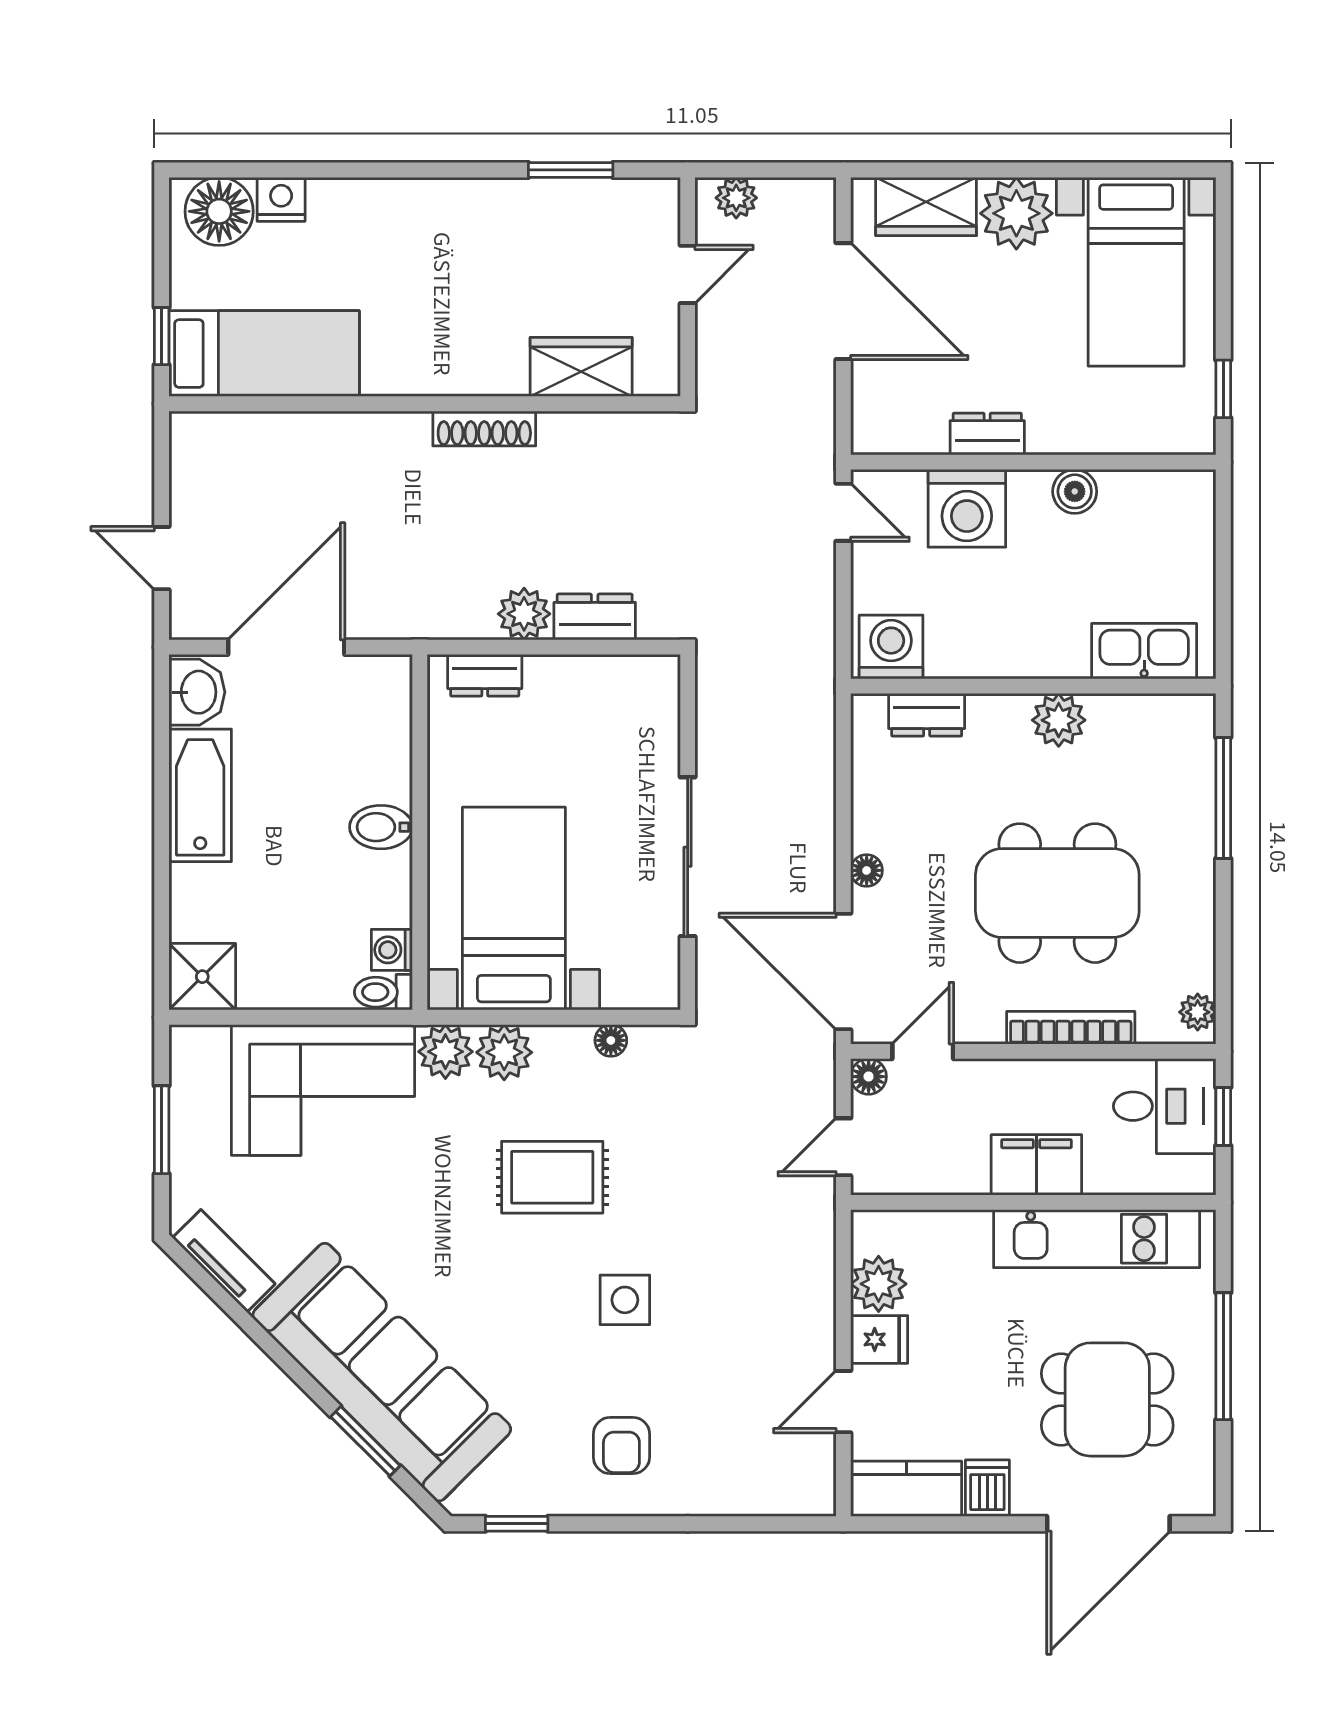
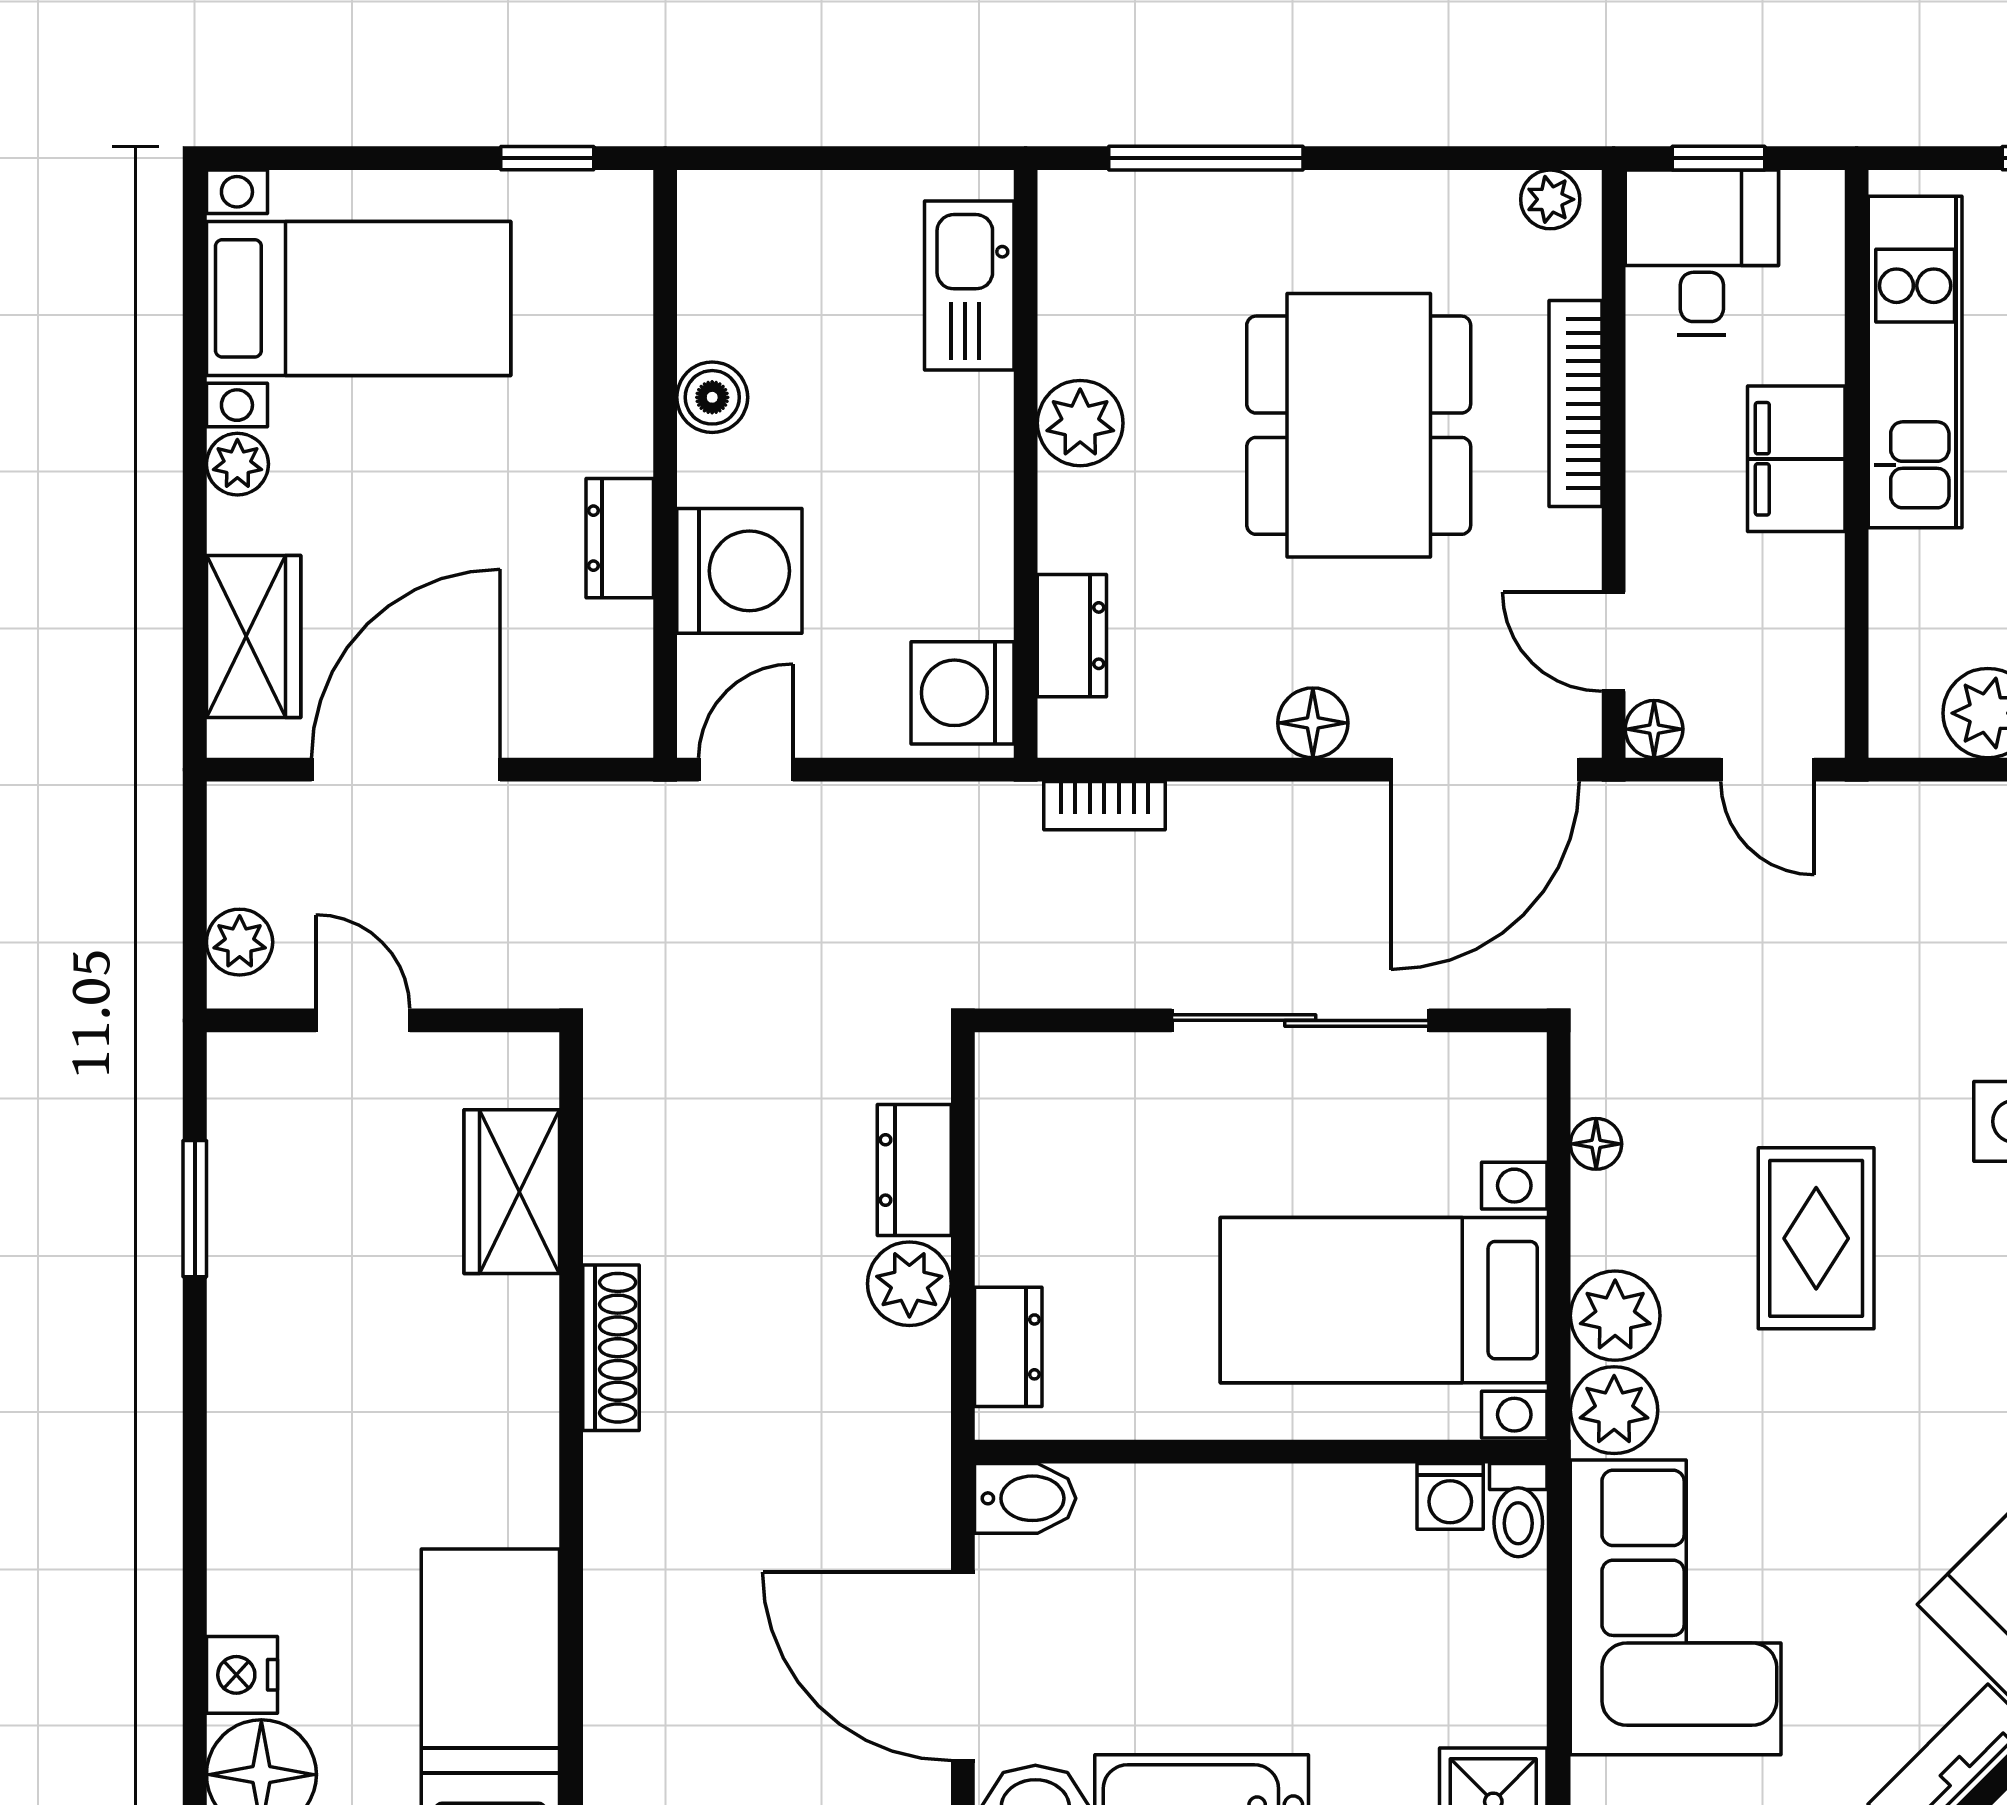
plant: (1016, 213) -> (237, 464), width x0.53, depth x0.53
bookcase: (821, 735) -> (1104, 806), added
bidet: (381, 827) -> (1025, 1498), moved, turned -90
floor lamp: (867, 870) -> (1313, 723), width x1.37, depth x1.37

